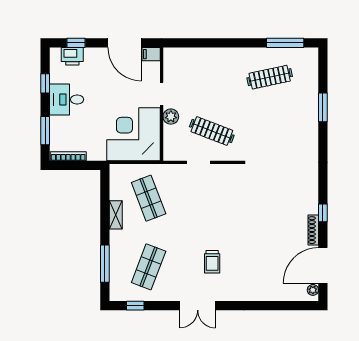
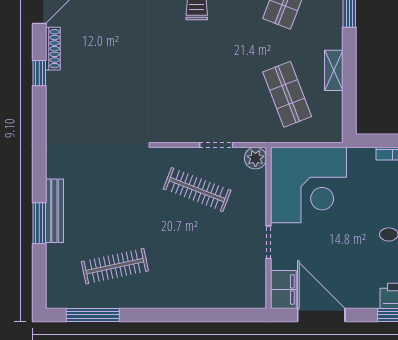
filing cabinet: (151, 54) -> (283, 289), width x2.00
bench: (312, 116) -> (54, 211), added
plant: (171, 117) -> (255, 158), moved

